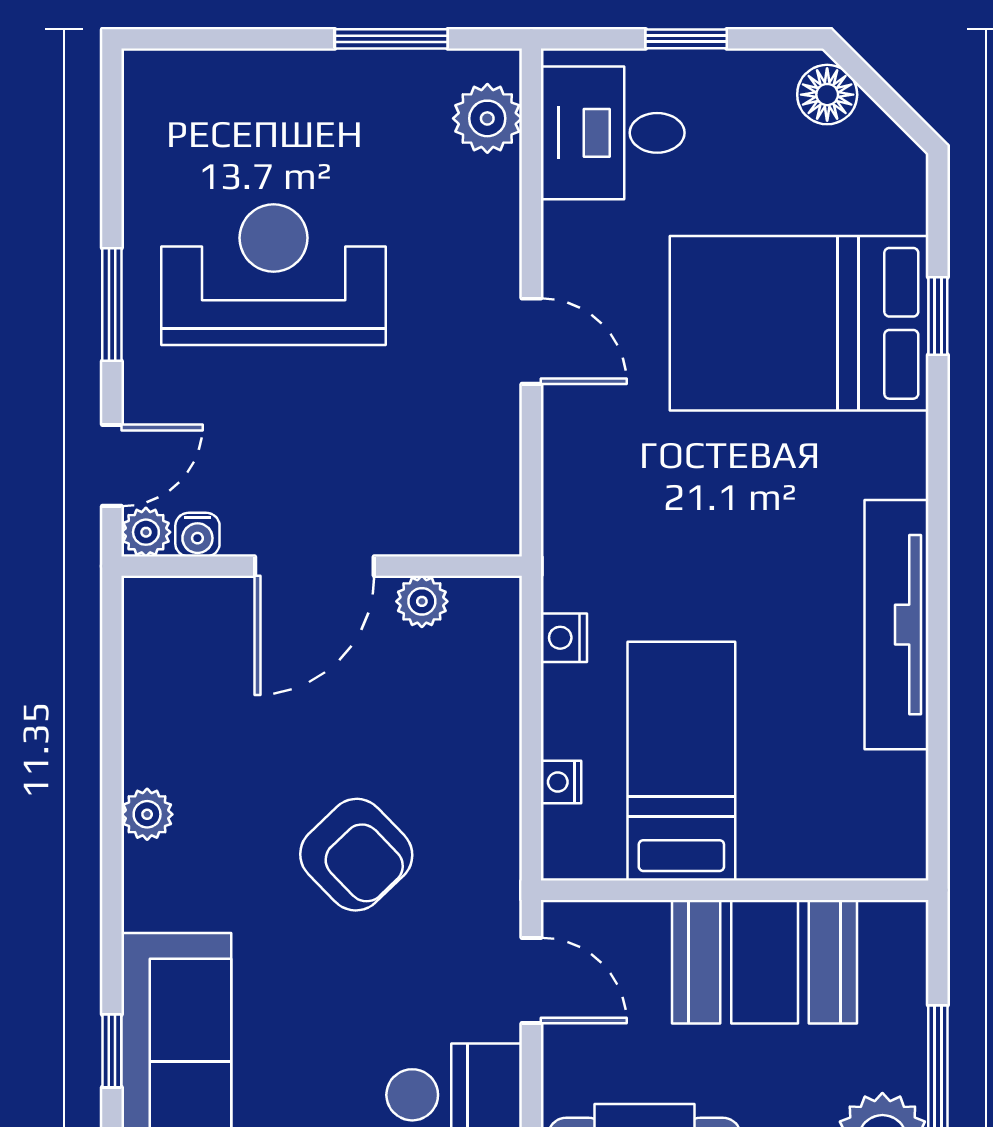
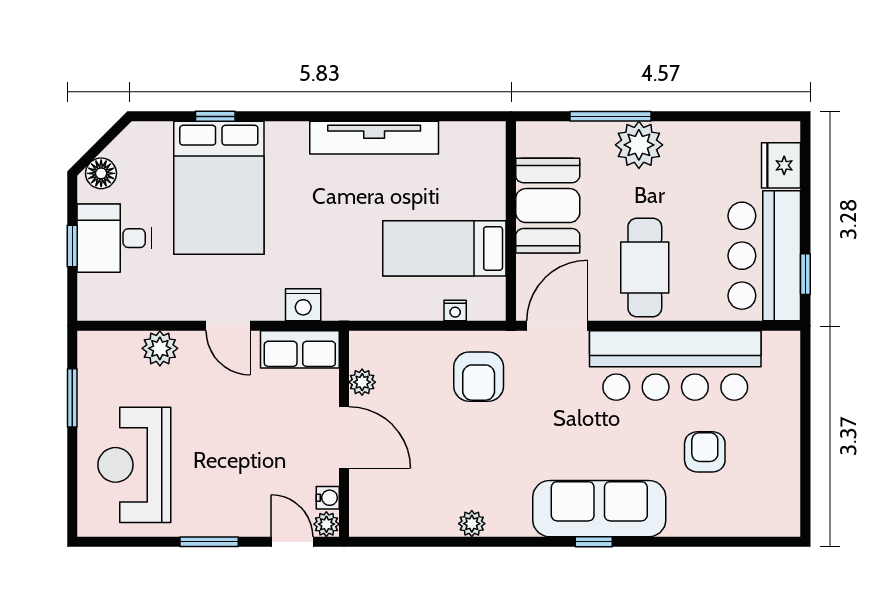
plant: (487, 118) -> (160, 348), moved
desk: (613, 133) -> (114, 238), moved, turned 90
reception desk: (274, 275) -> (134, 465), moved
door: (531, 341) -> (228, 326), swing flipped
row of seats: (485, 481) -> (300, 349), added
nightstand: (564, 638) -> (303, 305), moved, width x1.39, depth x1.35
armchair: (356, 855) -> (479, 377), moved, turned 134
door: (531, 980) -> (557, 326), width x1.38

